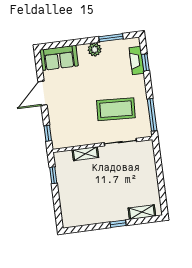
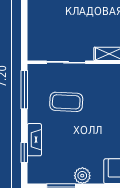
fireplace: (137, 60) -> (34, 140), moved
coffee table: (116, 109) -> (66, 102), width x0.73, depth x0.76

